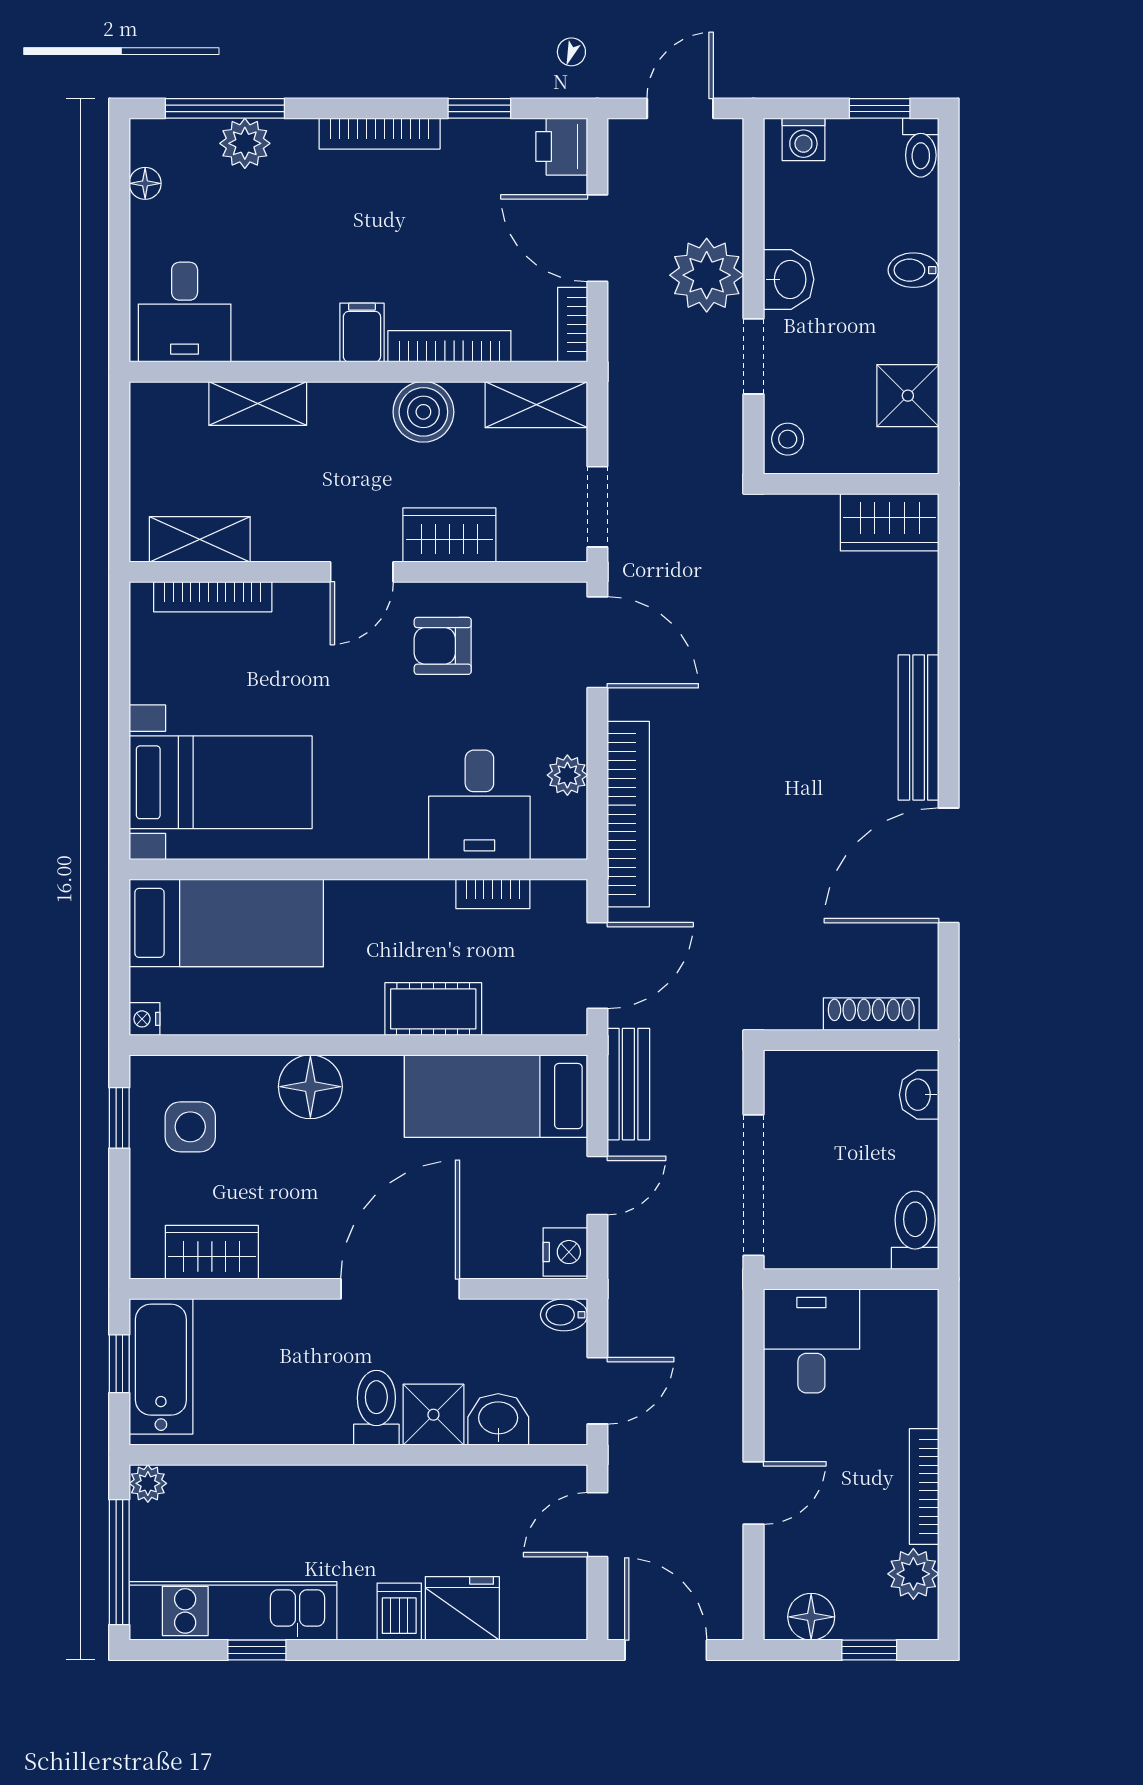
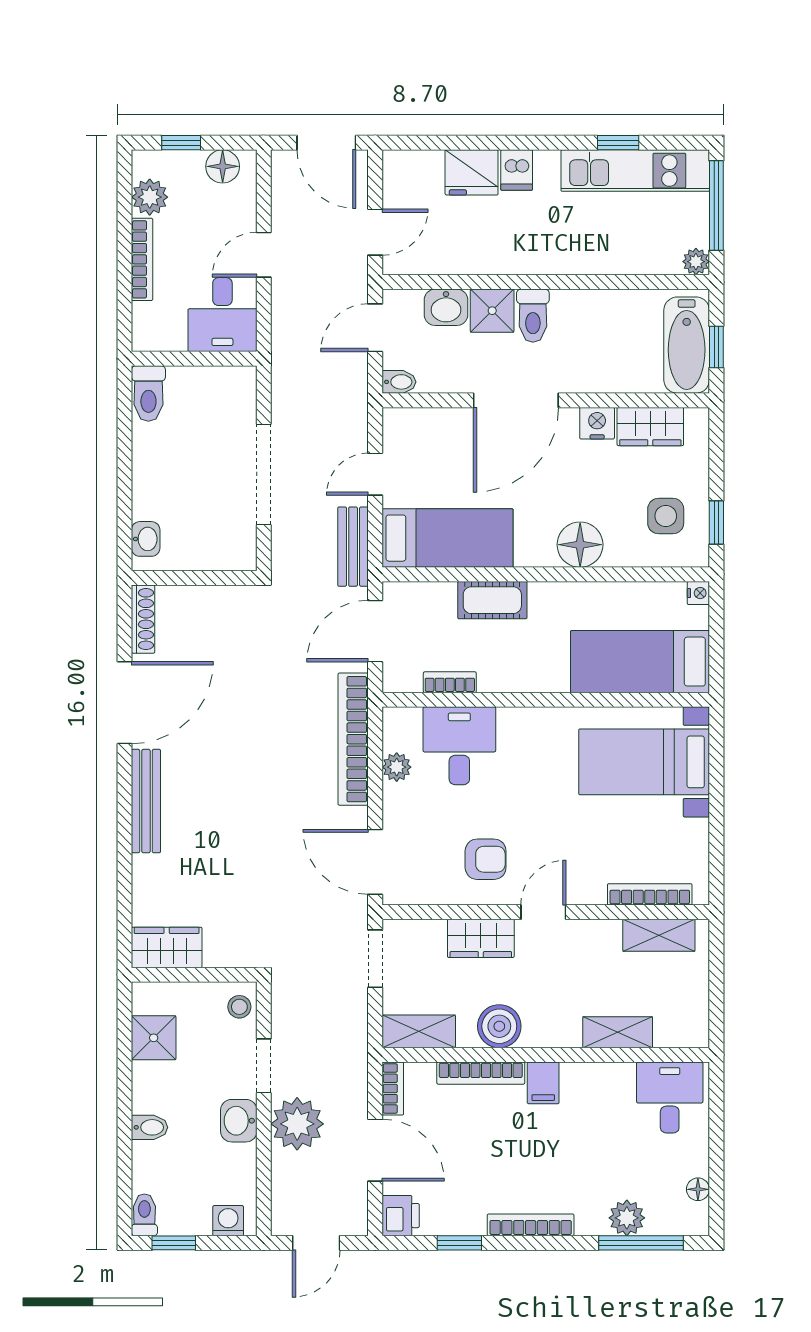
shoe rack: (871, 1014) -> (143, 619), moved, turned -90
toilet: (915, 1230) -> (148, 393), moved
nightstand: (565, 1252) -> (597, 423), moved, turned 90
wall: (851, 1279) -> (194, 359), moved
desk: (811, 1341) -> (222, 315), moved

